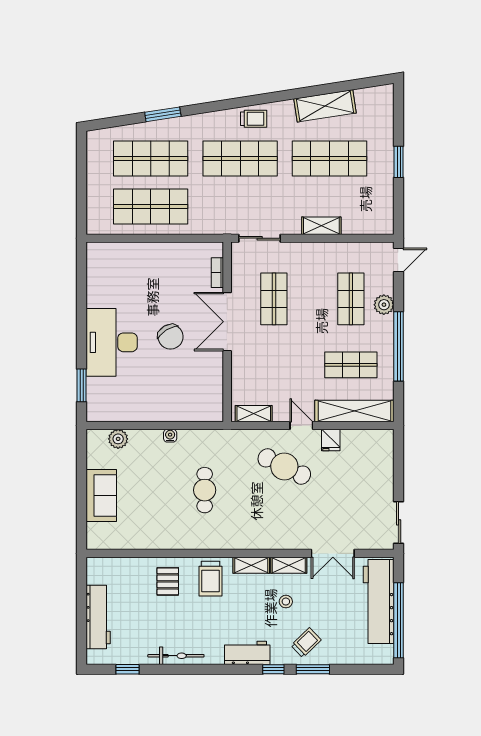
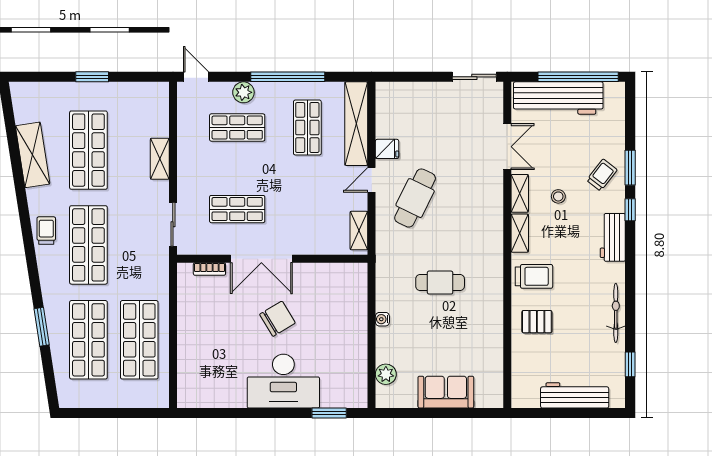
trolley: (306, 643) -> (602, 175), turned 82

